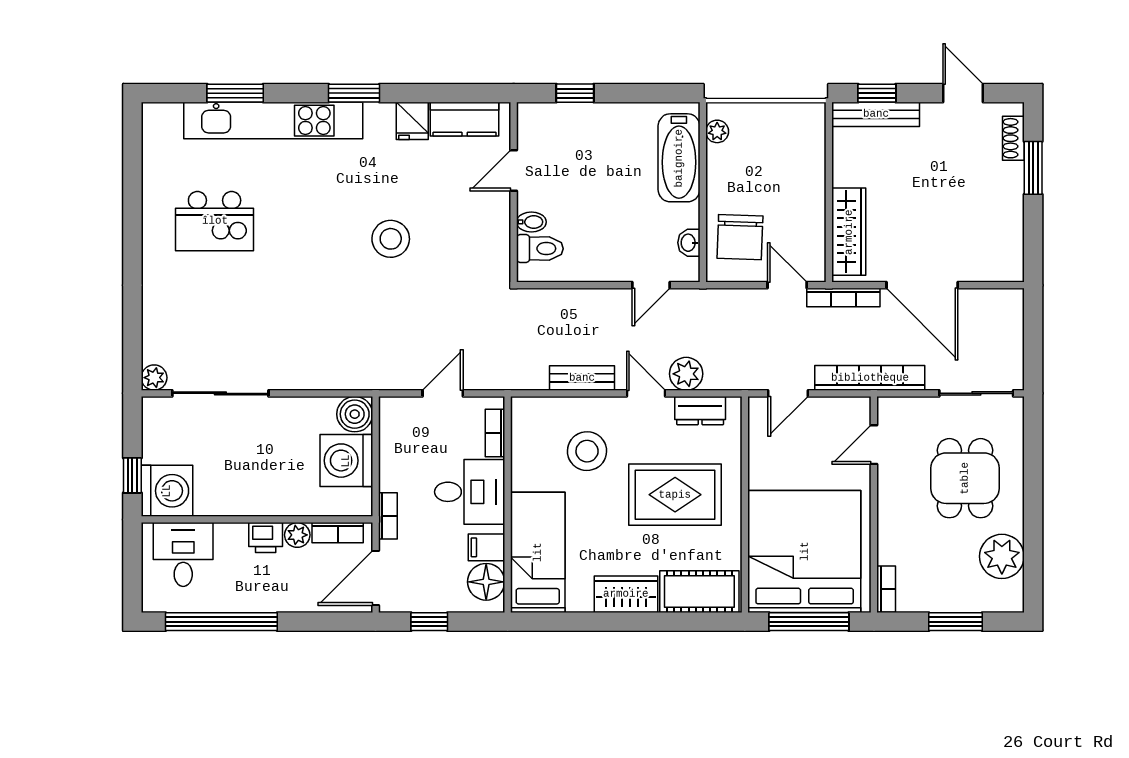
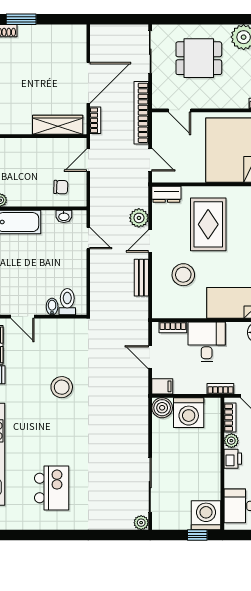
chair: (740, 237) -> (61, 187), width x0.54, depth x0.54
bookcase: (843, 298) -> (95, 120), width x0.64
dresser: (700, 411) -> (166, 194), moved, turned 90
filing cabinet: (487, 547) -> (162, 386), moved, turned -90

